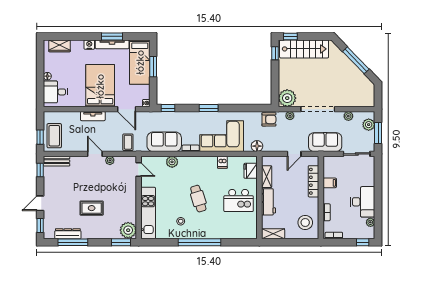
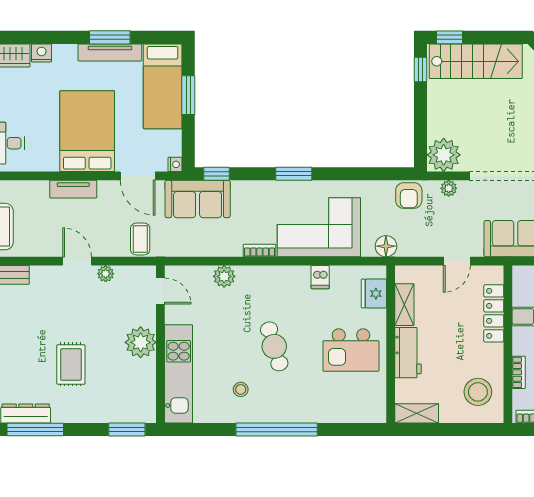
nightstand: (89, 45) -> (42, 53), moved
armchair: (269, 119) -> (409, 195), turned 90
sofa: (164, 142) -> (198, 199), moved, turned 180
rug: (92, 208) -> (71, 364), turned 90
plant: (128, 230) -> (141, 342), moved

